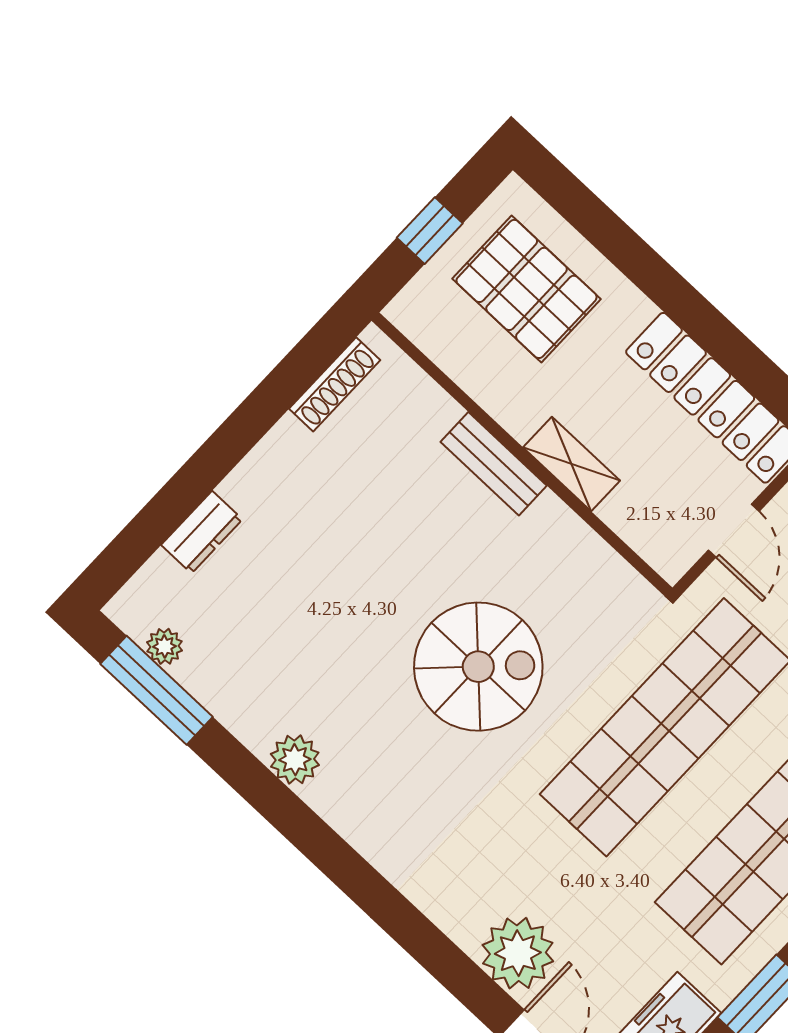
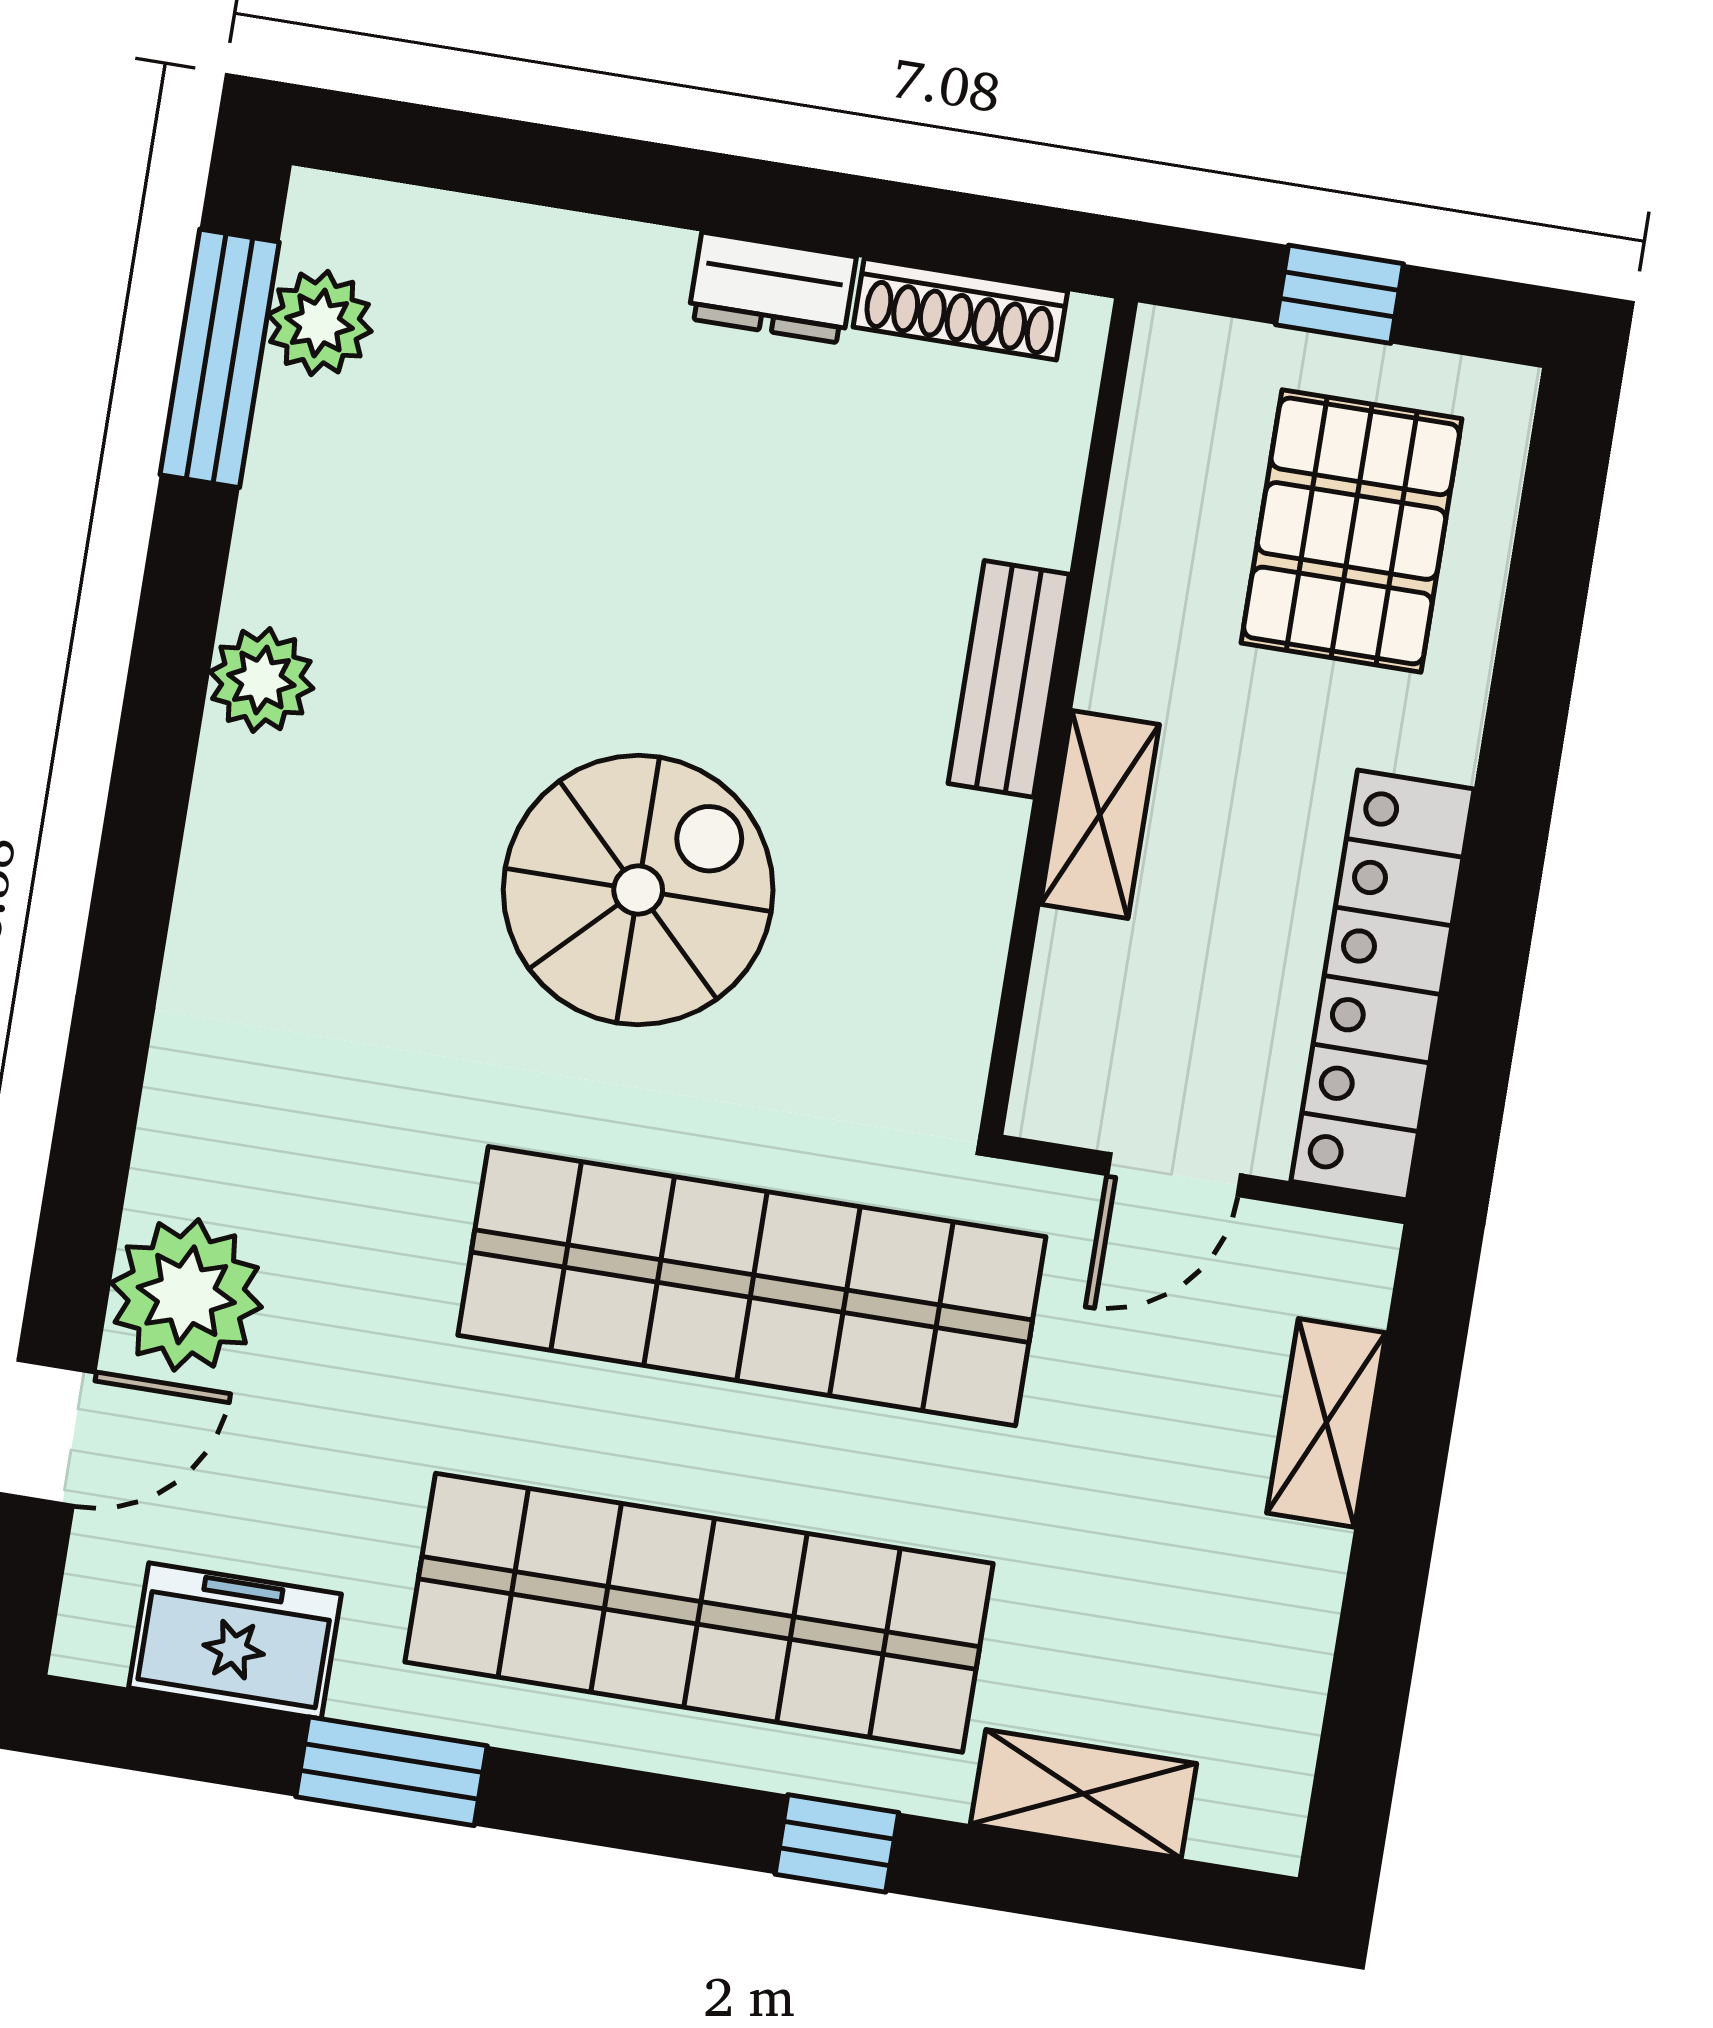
dresser: (202, 532) -> (772, 288), moved
plant: (165, 646) -> (319, 323), width x1.38, depth x1.38
spiral stairs: (478, 667) -> (638, 890), turned -90

